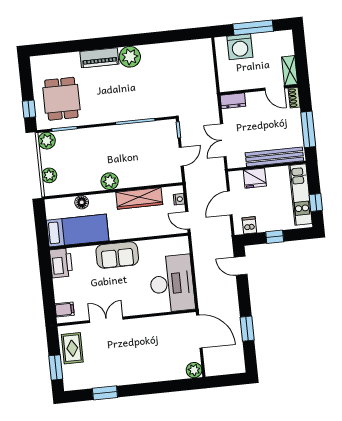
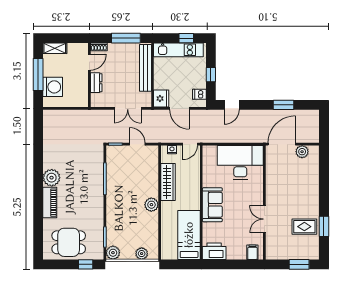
shelving: (290, 71) -> (55, 48), moved
dining table: (61, 99) -> (69, 242), moved
dresser: (233, 101) -> (96, 83), moved
fridge: (255, 178) -> (161, 98), moved
floor lamp: (82, 202) -> (166, 229), removed
rug: (72, 348) -> (304, 227), moved
plant: (194, 370) -> (302, 152), moved

